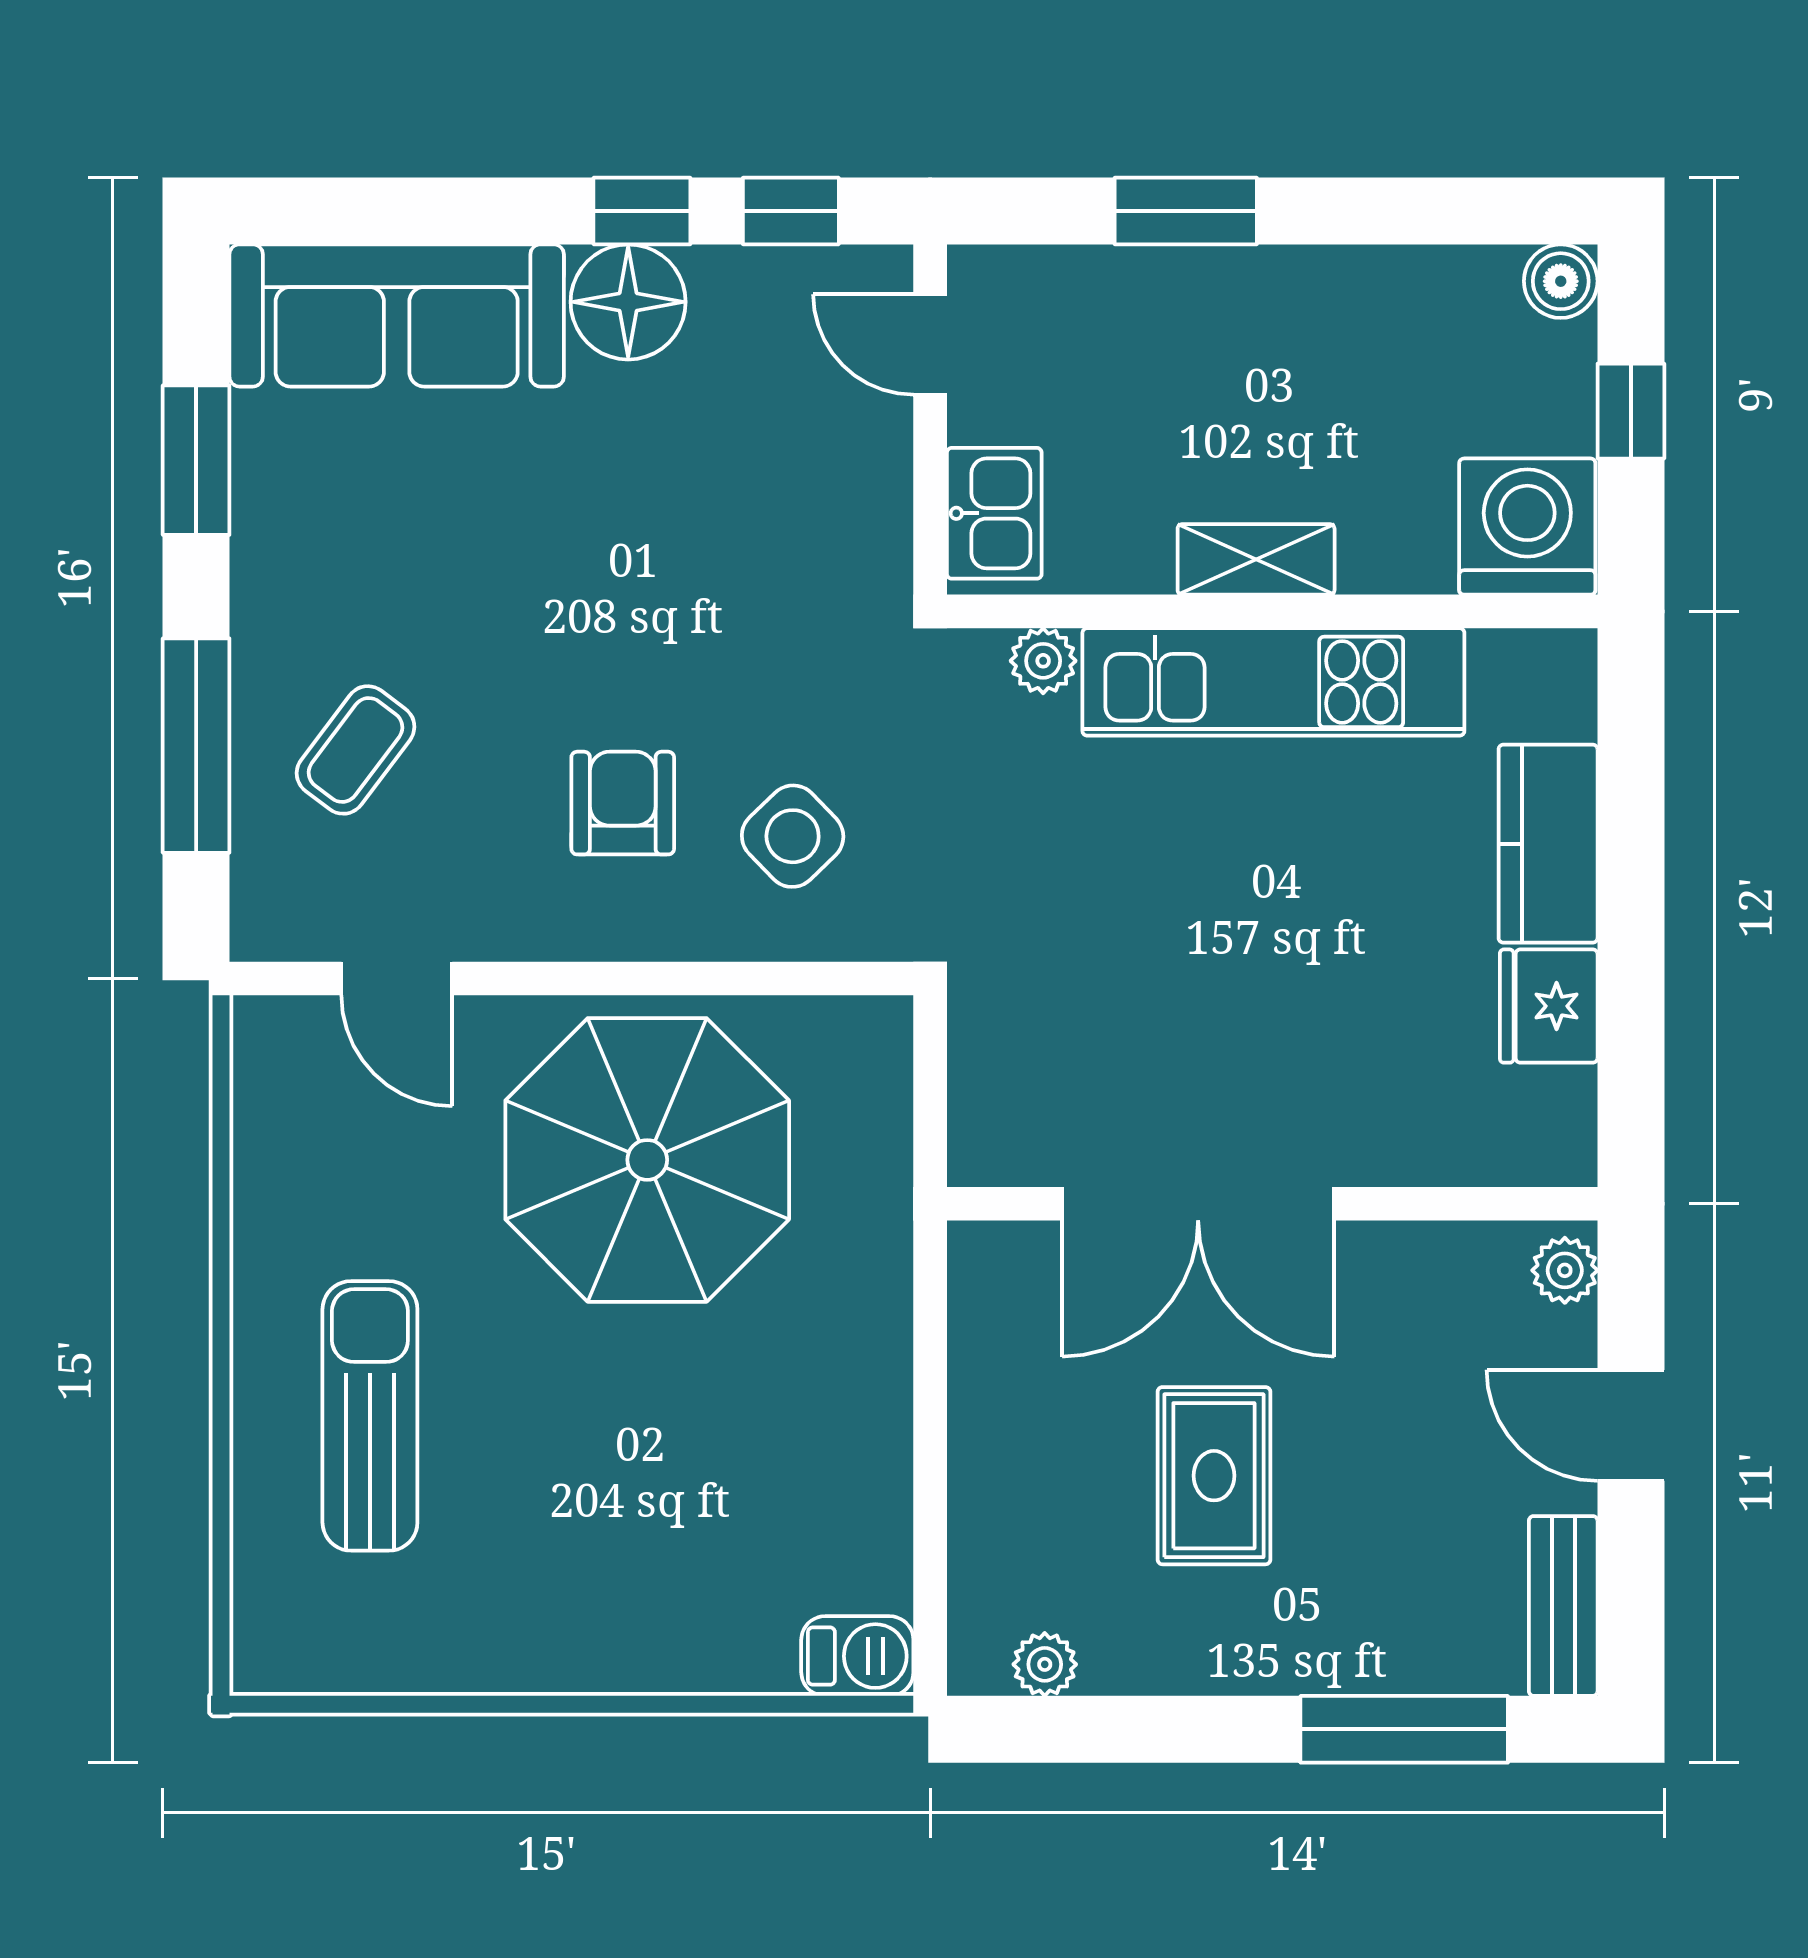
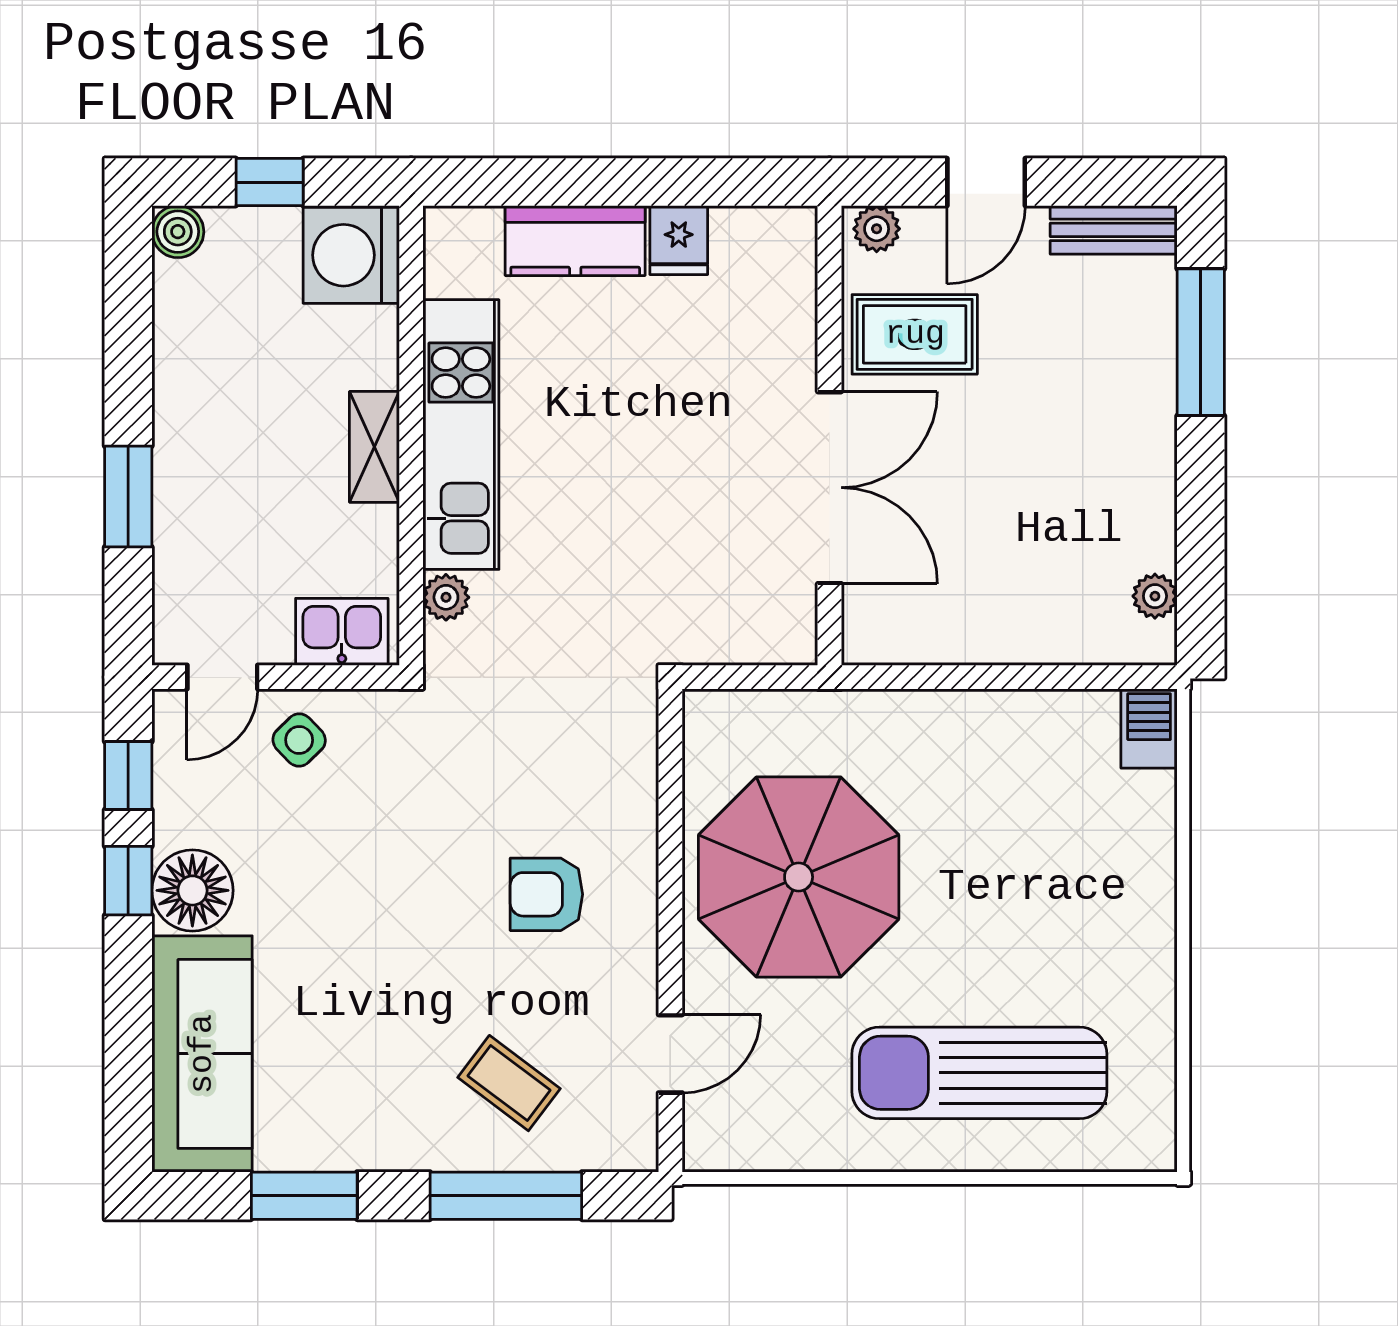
side table: (793, 836) -> (299, 740), moved, width x0.73, depth x0.73
fridge: (1549, 1006) -> (679, 240), width x0.72
sun lounger: (370, 1416) -> (979, 1073), width x1.36, depth x1.34
rug: (1214, 1476) -> (915, 334), moved

